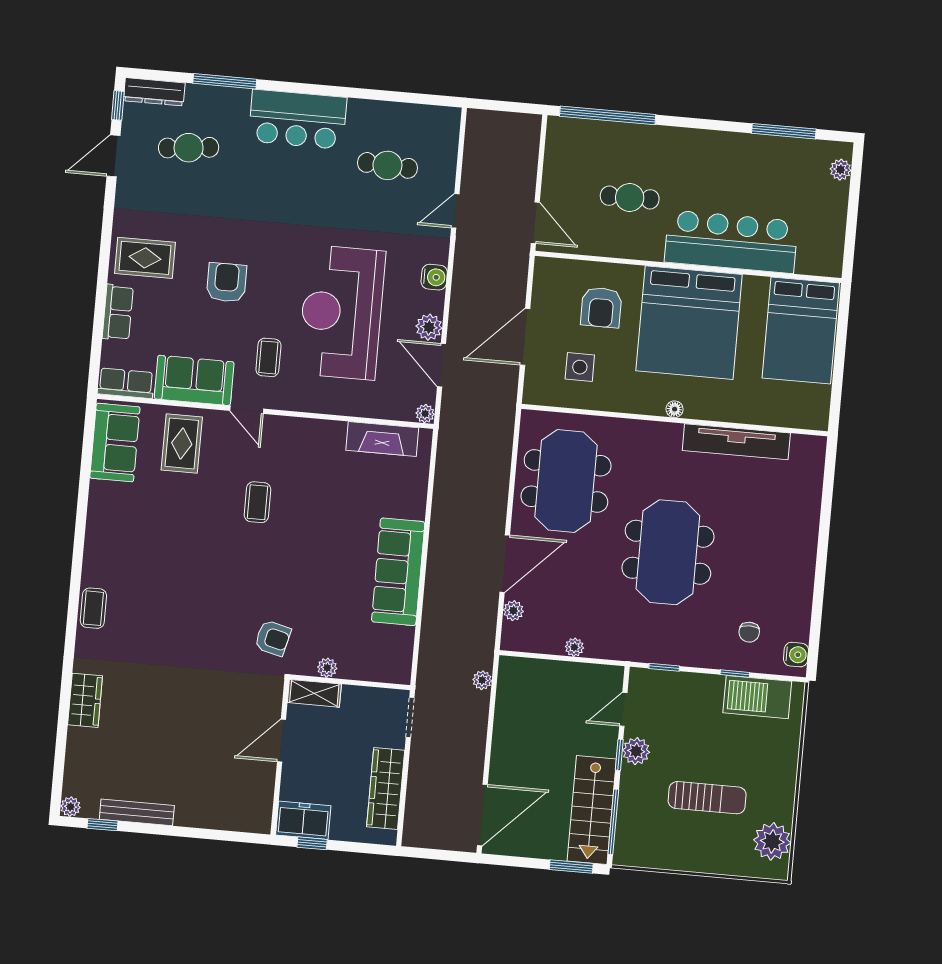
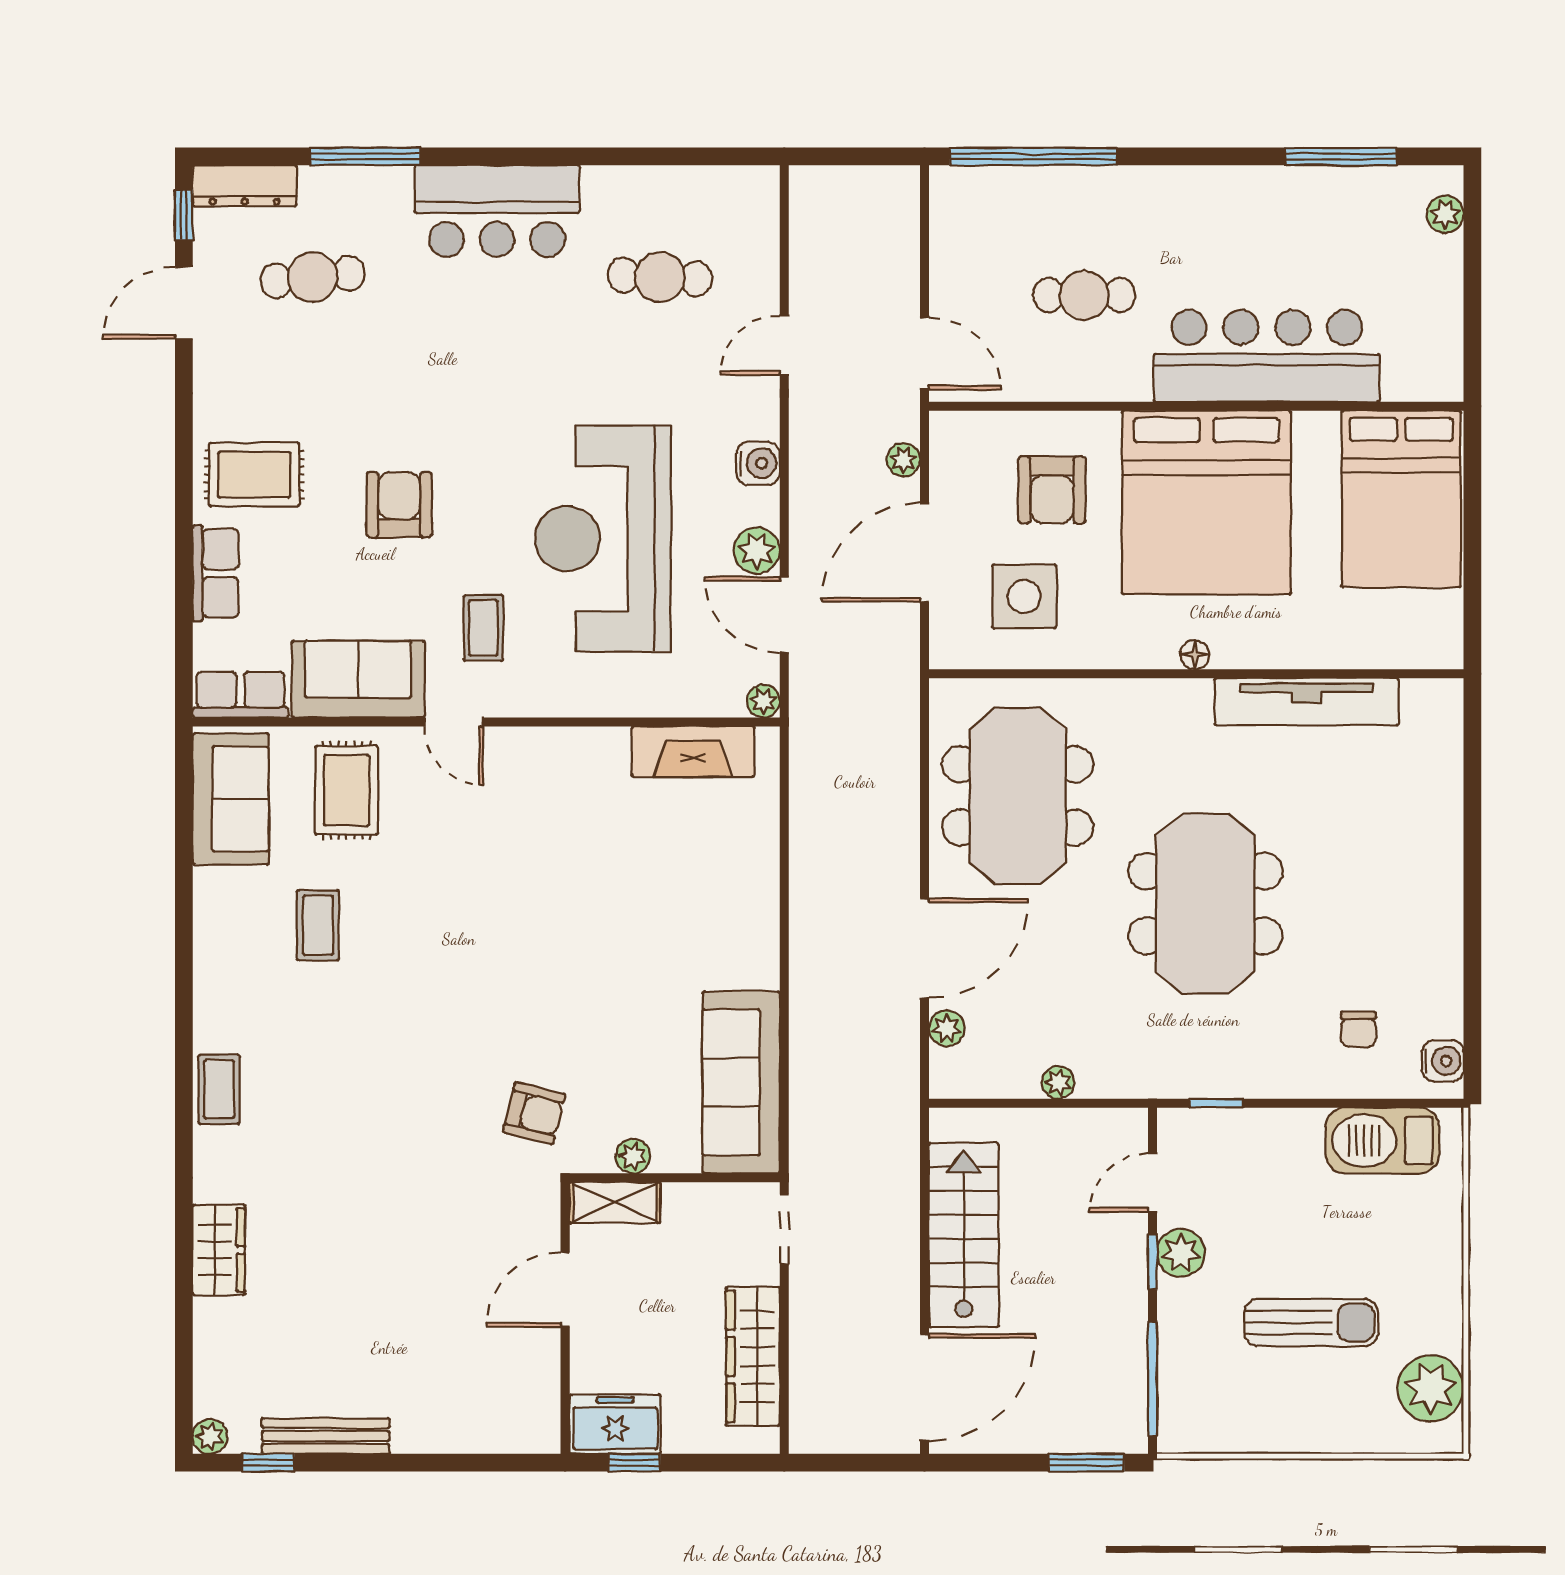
side table: (580, 367) -> (1024, 596), width x1.37, depth x1.37
coffee table: (257, 502) -> (318, 925), moved
sofa: (398, 572) -> (741, 1082), moved
window: (735, 674) -> (1340, 1103), removed
plant: (482, 680) -> (903, 460), moved
stairs: (592, 810) -> (964, 1235), moved, turned 180

